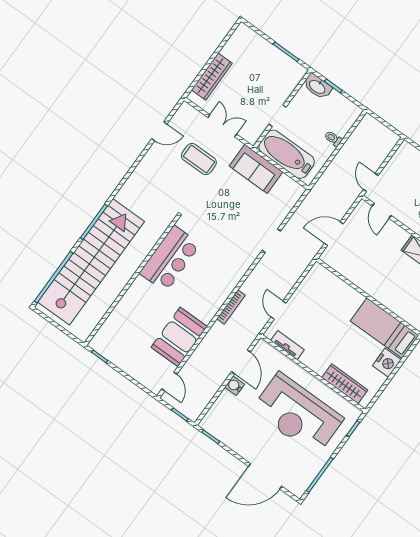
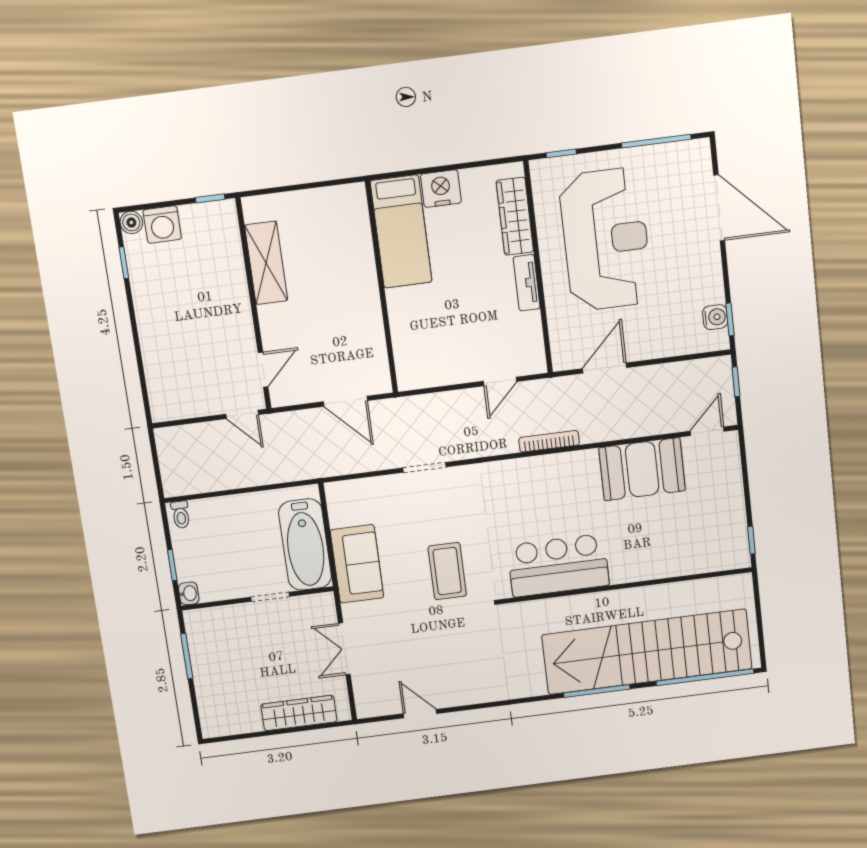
washbasin: (317, 87) -> (189, 593), width x0.52, depth x0.69
toilet: (333, 138) -> (181, 515), moved
coffee table: (199, 159) -> (447, 571), moved
door: (371, 183) -> (242, 414), hinge flipped
tv unit: (287, 345) -> (527, 283), moved
water cooler: (235, 386) -> (715, 317), moved, turned -90

